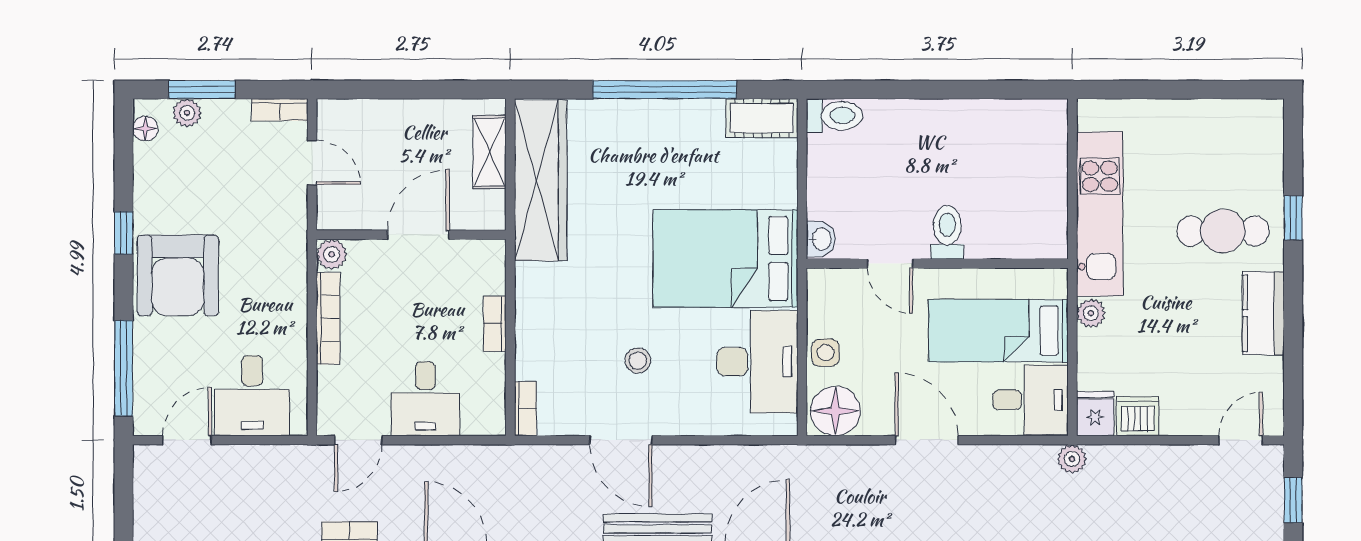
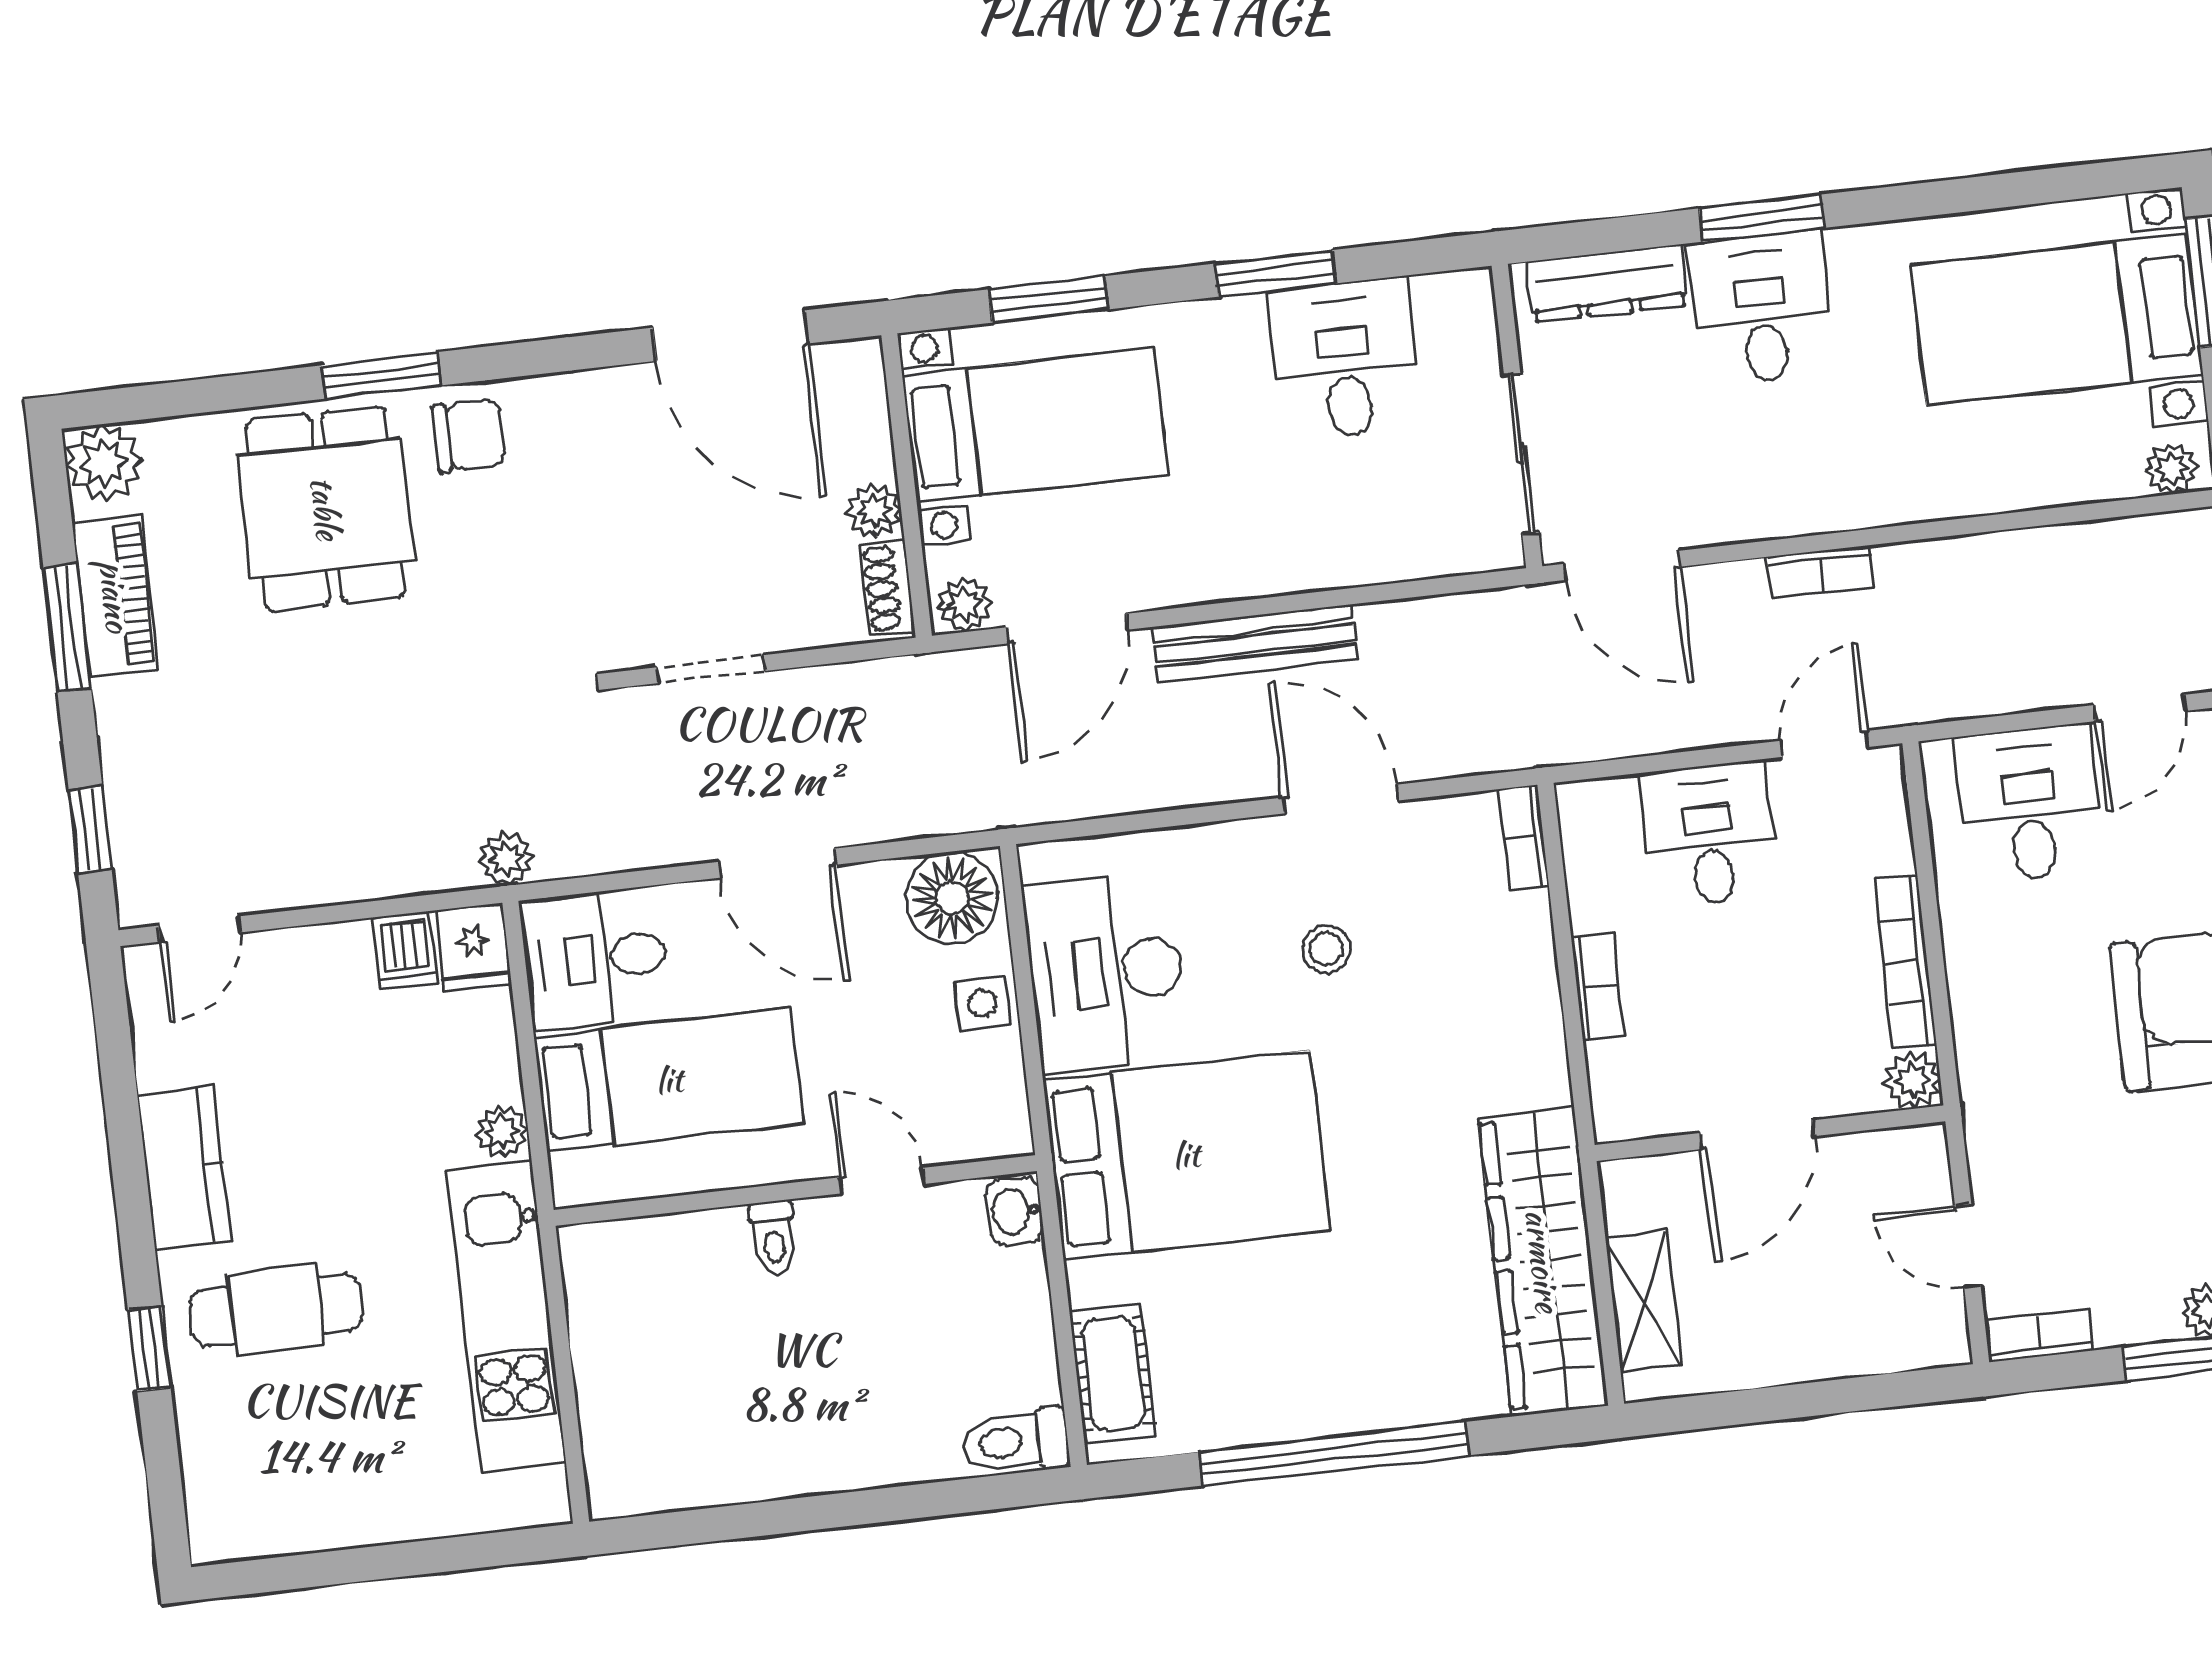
cot: (762, 118) -> (1113, 1374), moved, turned 90
toilet: (947, 232) -> (774, 1237), width x0.73, depth x0.72
dishwasher: (1138, 416) -> (405, 950), width x0.73

